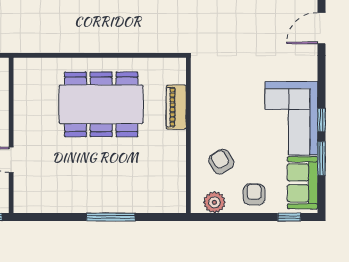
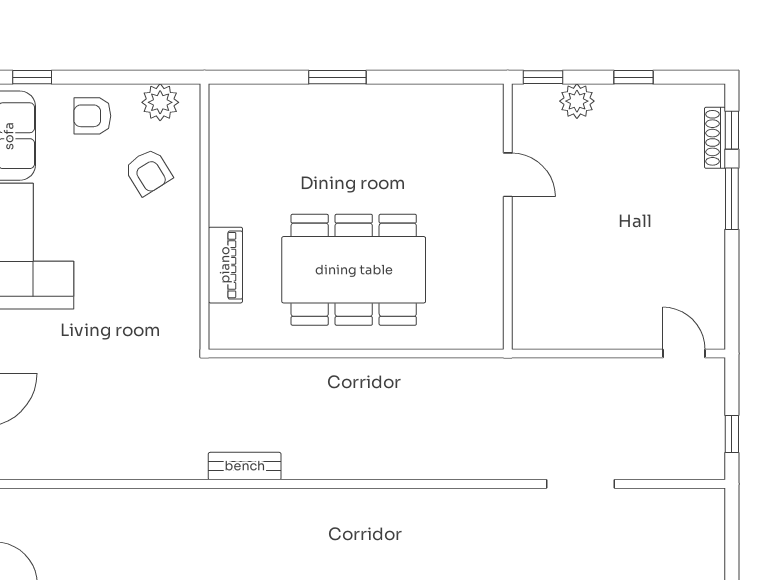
armchair: (254, 194) -> (92, 116), turned 90
window: (111, 217) -> (337, 77), width x0.69

